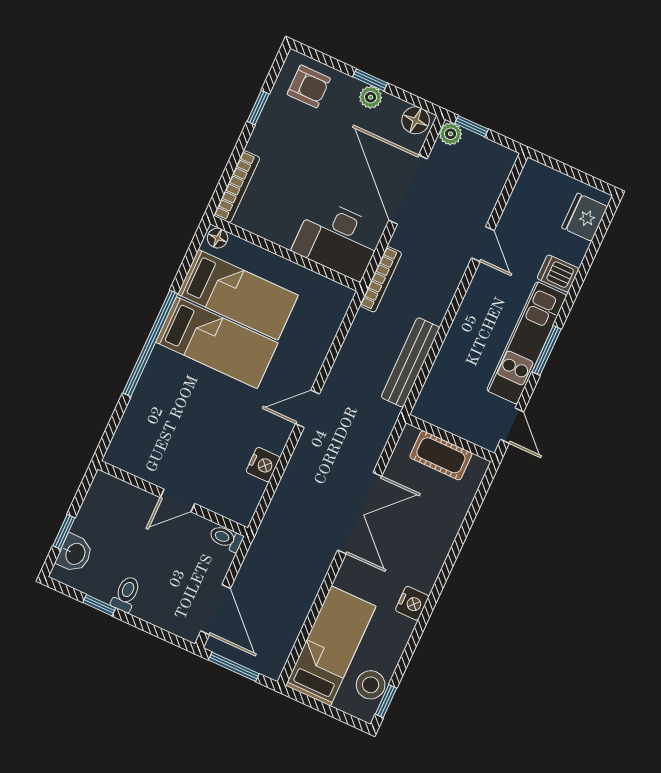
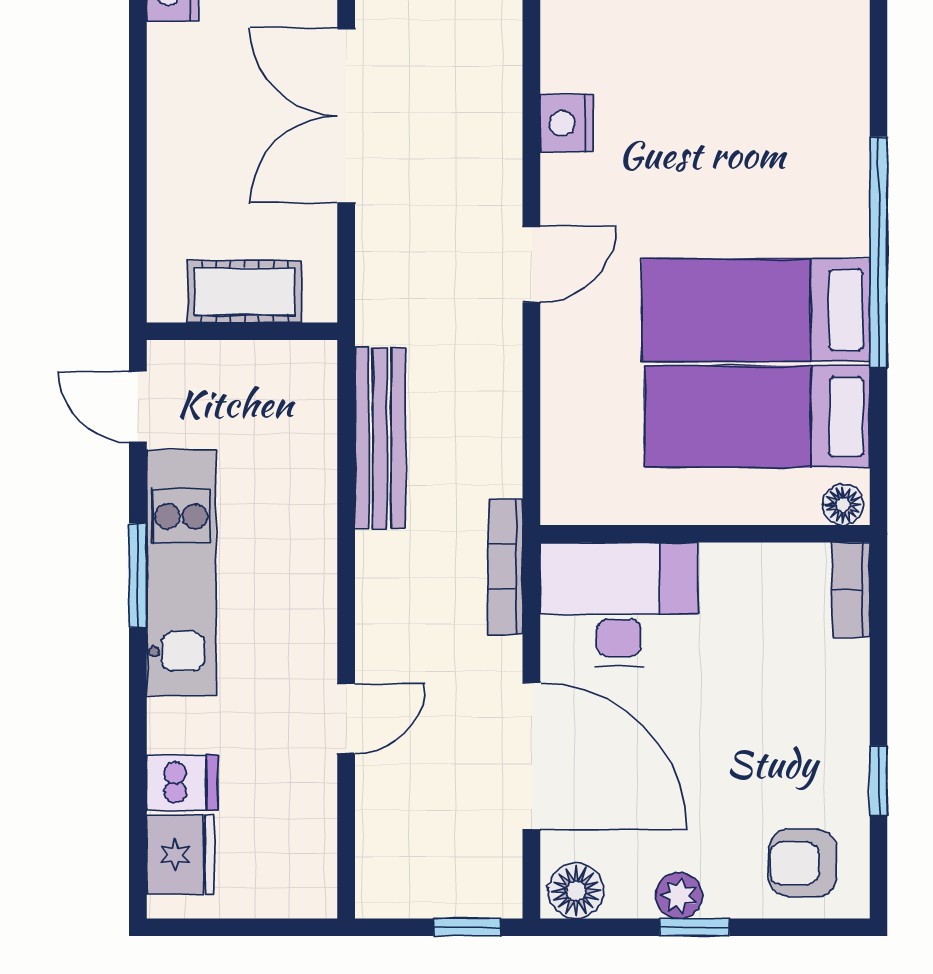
plant: (451, 134) -> (500, 896), removed
bookcase: (237, 187) -> (851, 590), width x0.64
door: (483, 244) -> (346, 718), swing flipped
dishwasher: (558, 274) -> (182, 783), moved

